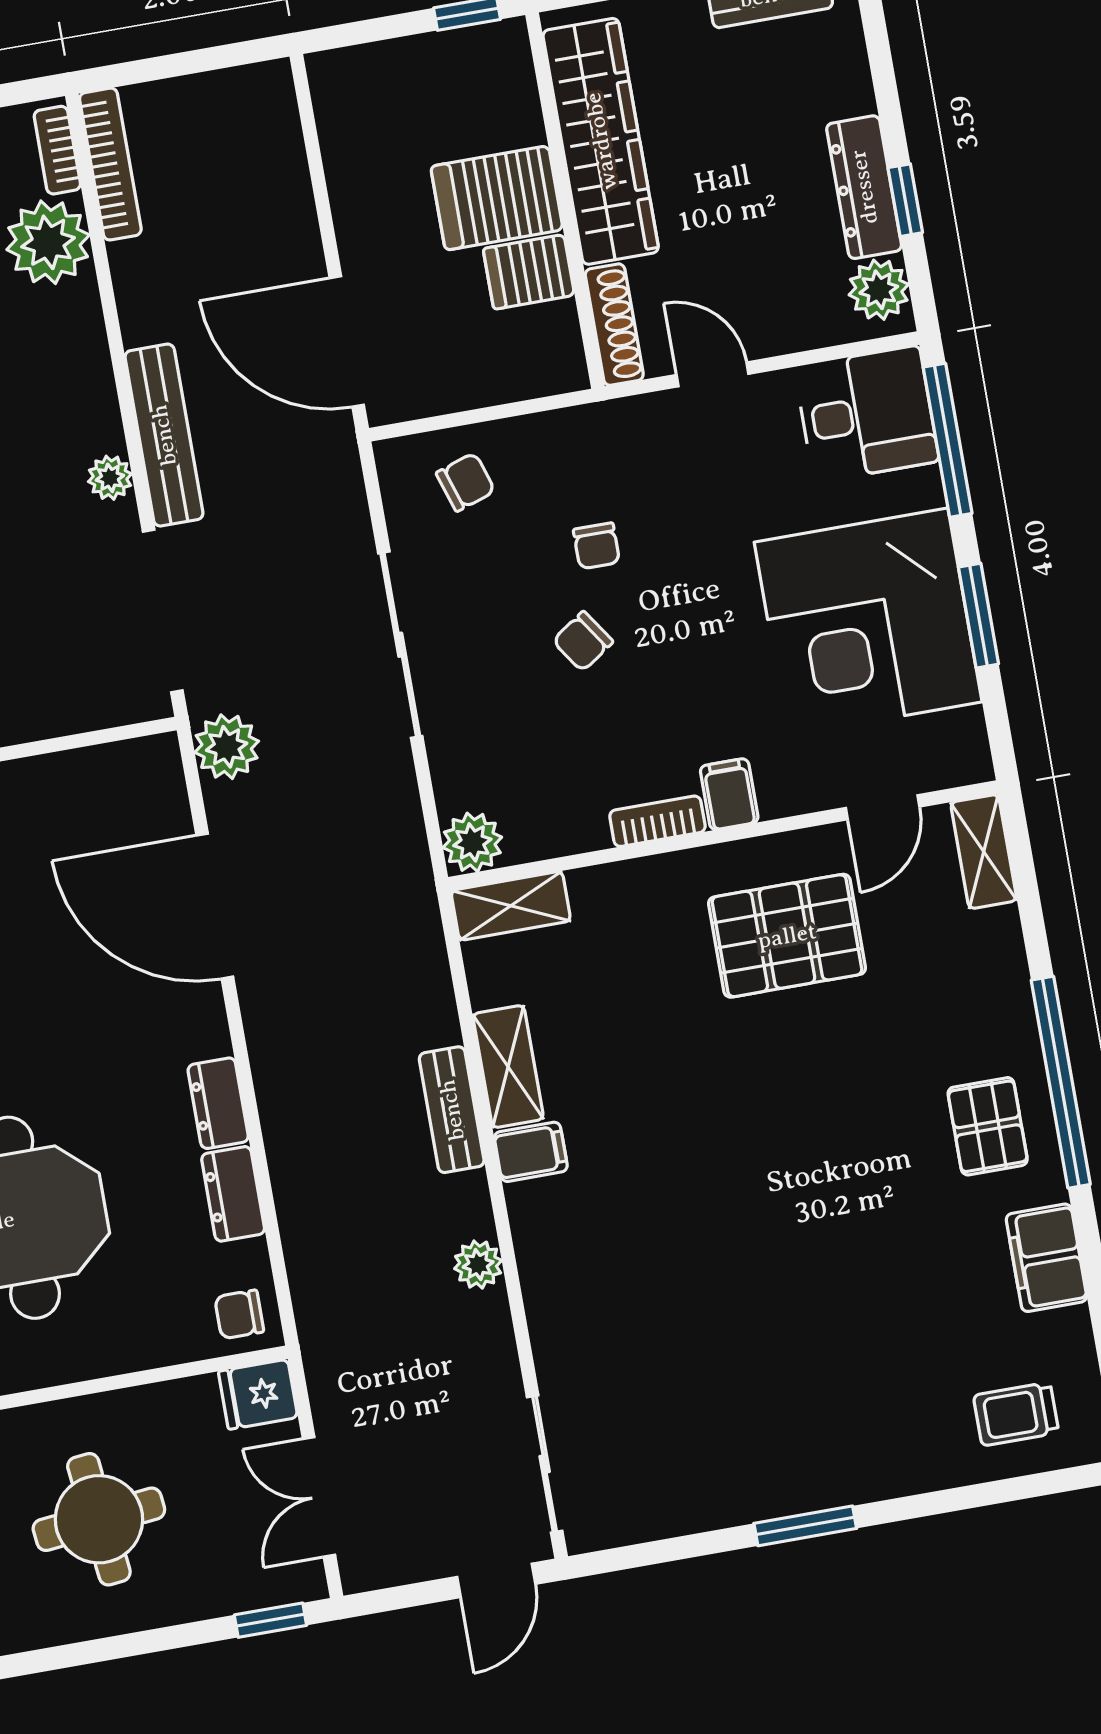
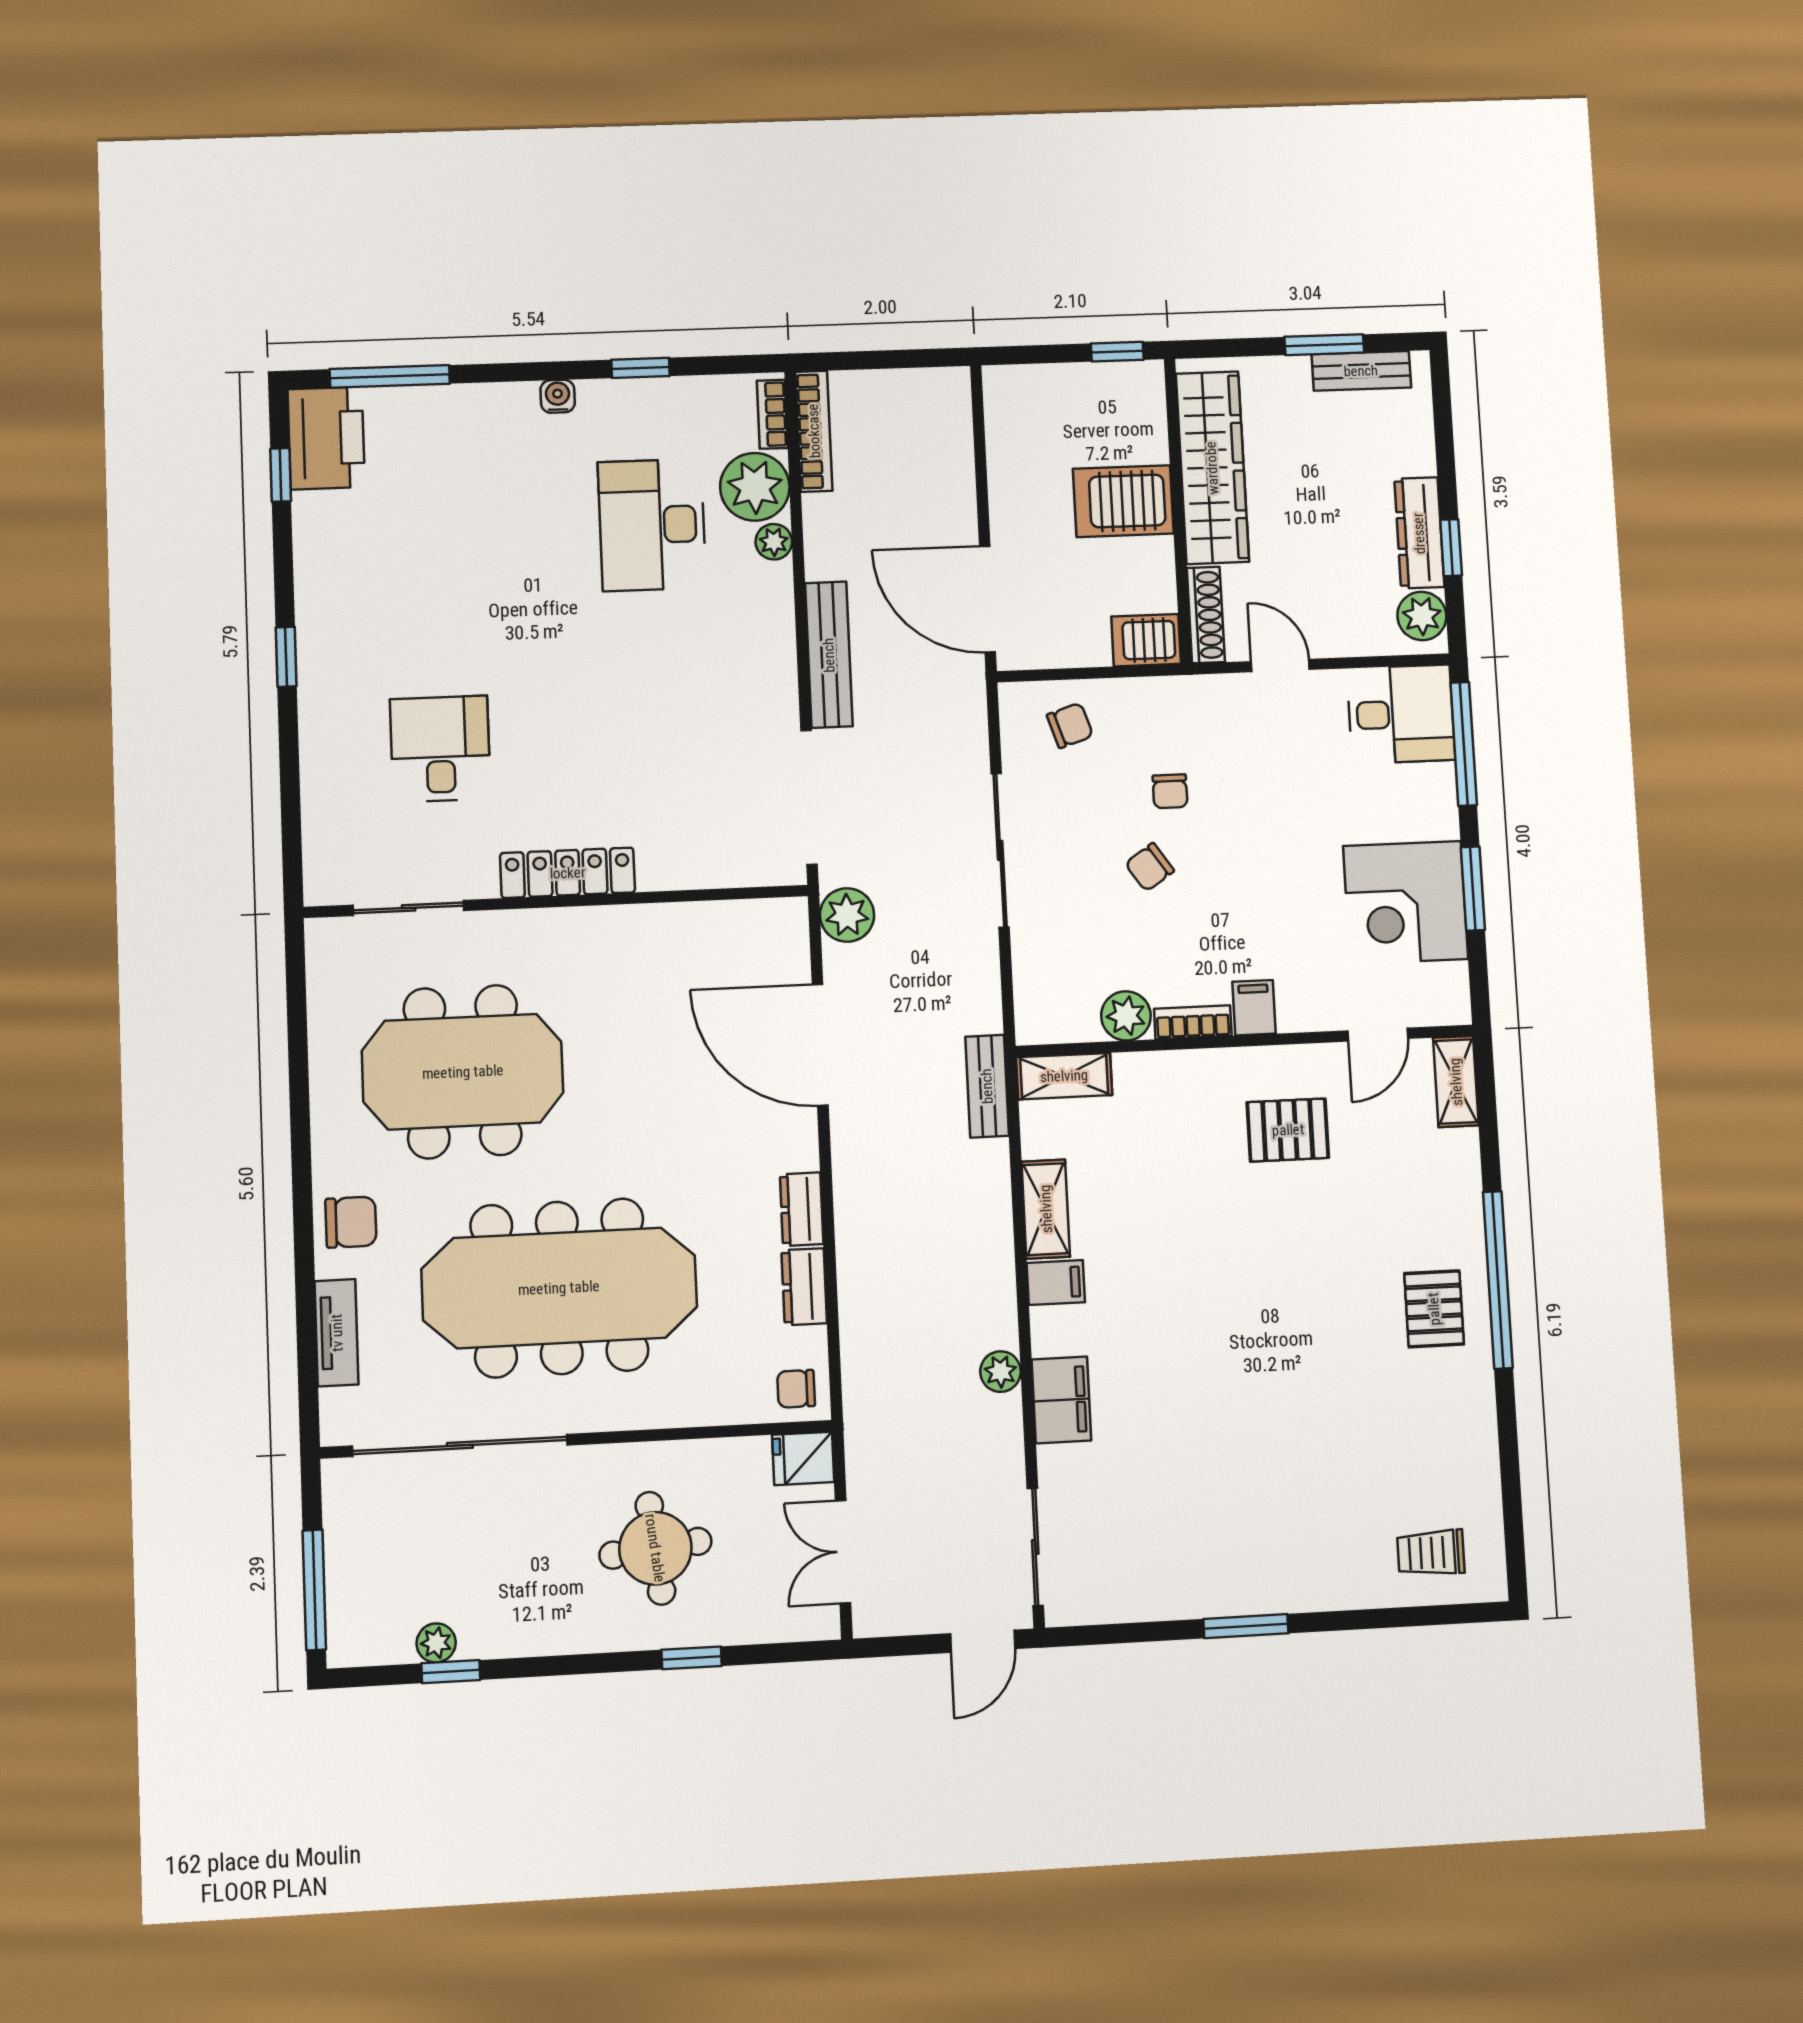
server rack: (529, 272) -> (1146, 640), moved
plant: (110, 478) -> (774, 542), moved
corner desk: (868, 622) -> (1406, 902), width x0.74, depth x0.74
plant: (472, 842) -> (1126, 1016), moved
pallet: (787, 936) -> (1288, 1130), width x0.67, depth x0.71
bench: (452, 1110) -> (987, 1086), moved
filing cabinet: (1046, 1258) -> (1061, 1400), moved, turned 180
window: (270, 1620) -> (692, 1658), moved

